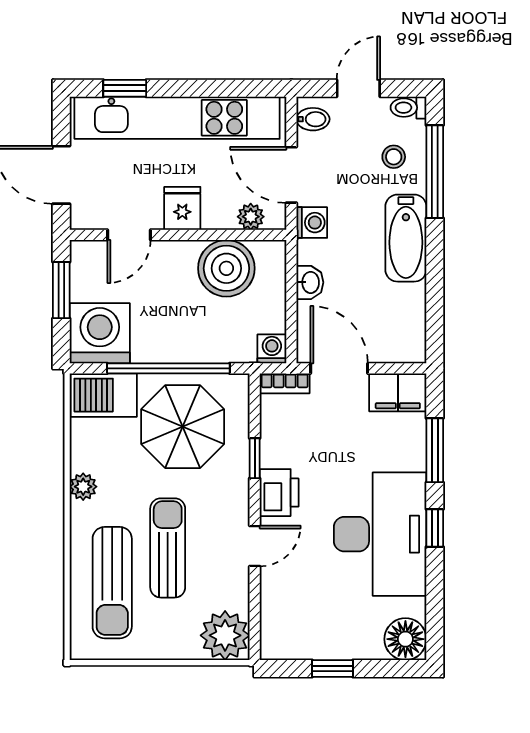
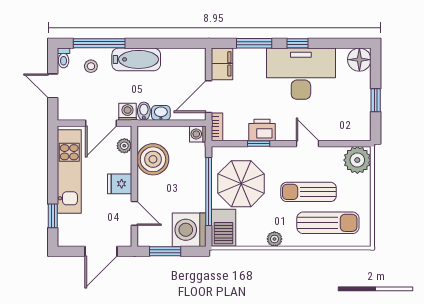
kitchen unit: (177, 118) -> (69, 171), width x0.73
bidet: (313, 119) -> (144, 111), moved
printer: (279, 493) -> (262, 130), moved

